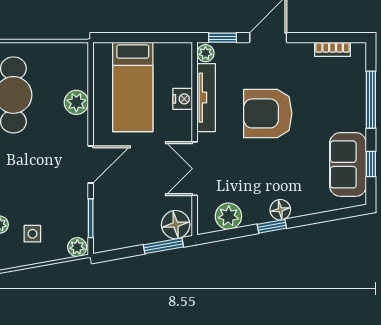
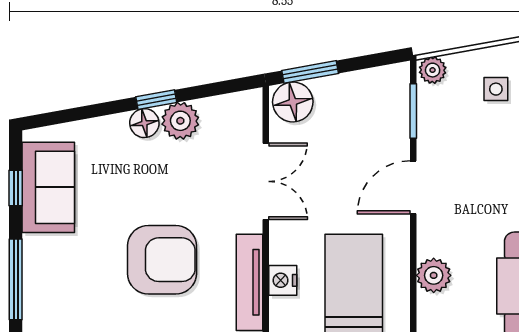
plant: (228, 216) -> (180, 121), moved

